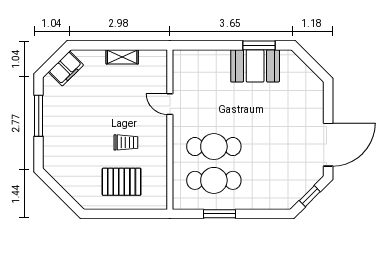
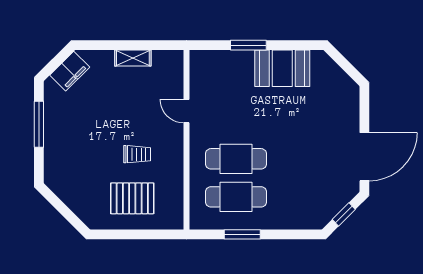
window: (259, 45) -> (248, 45), moved

